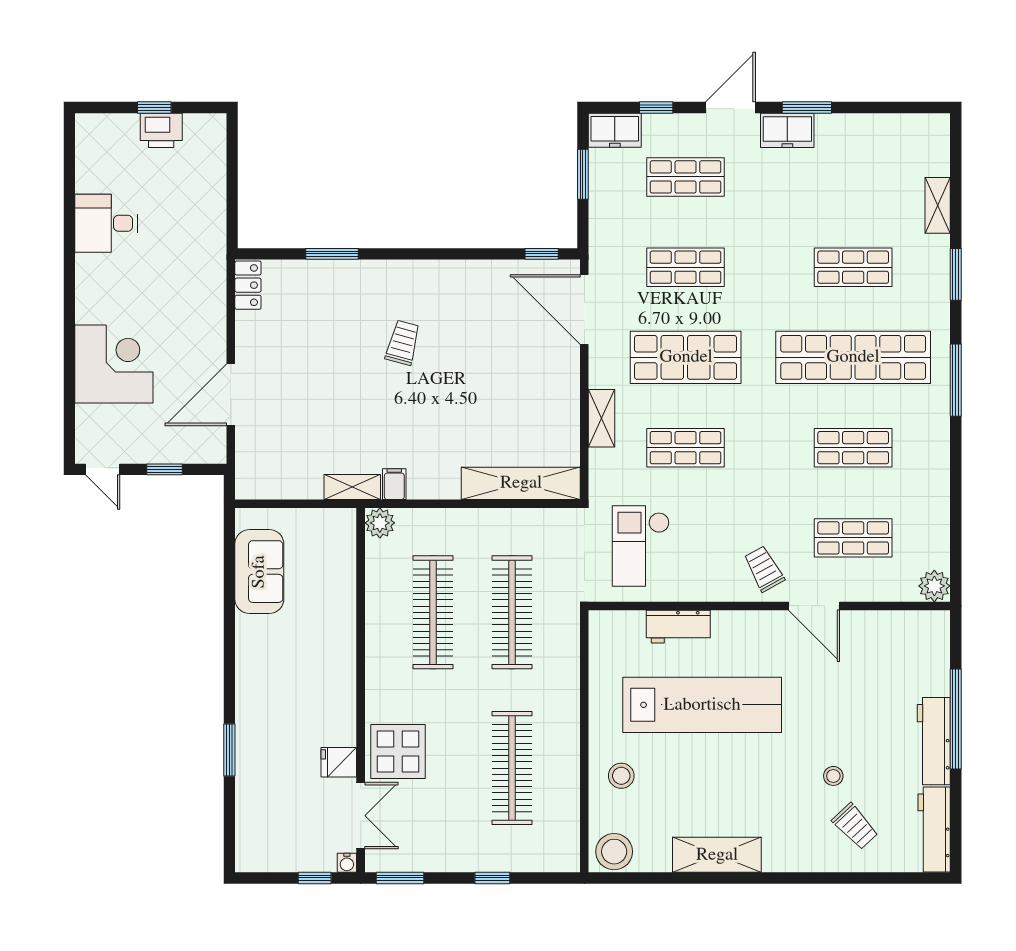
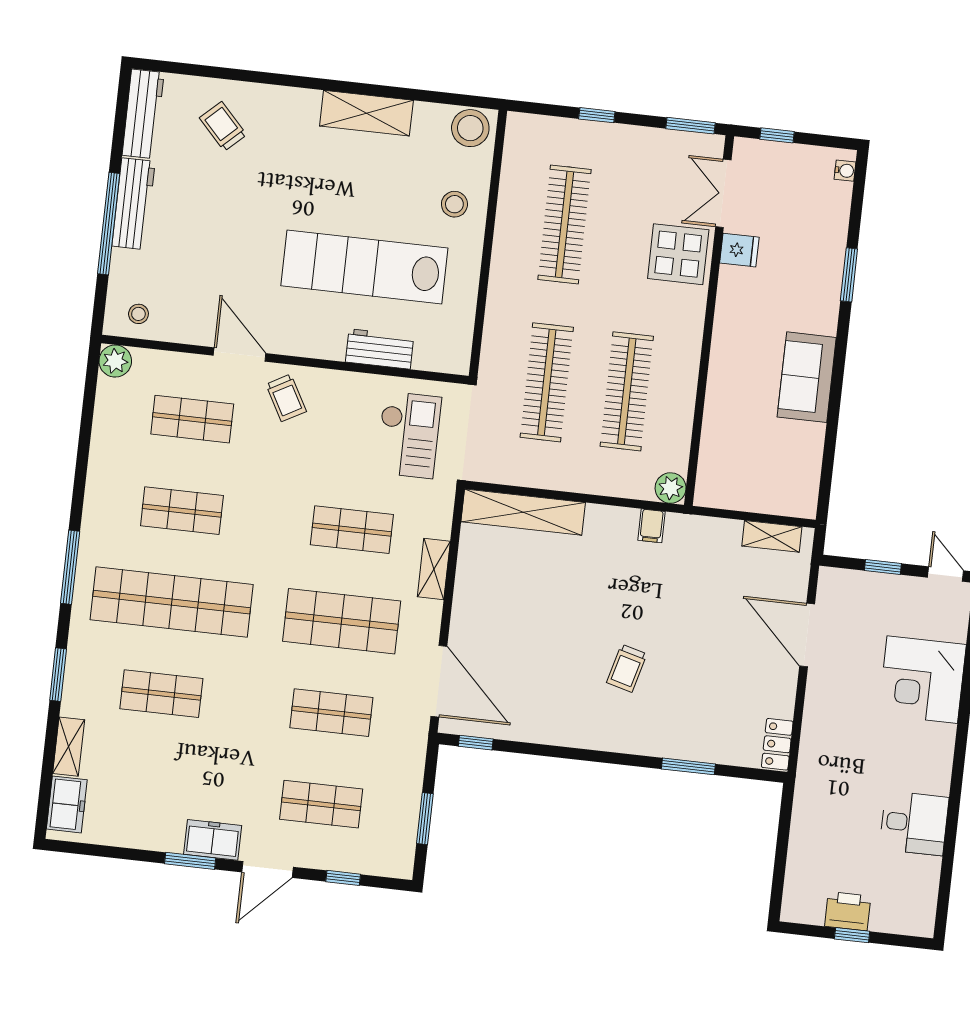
freezer: (615, 130) -> (67, 804), moved, turned 90
door: (231, 395) -> (807, 635), swing flipped
shelving: (352, 487) -> (772, 536), moved
sofa: (259, 572) -> (807, 377), moved
stool: (833, 776) -> (138, 314), moved
water cooler: (347, 863) -> (845, 171), moved, turned 90

